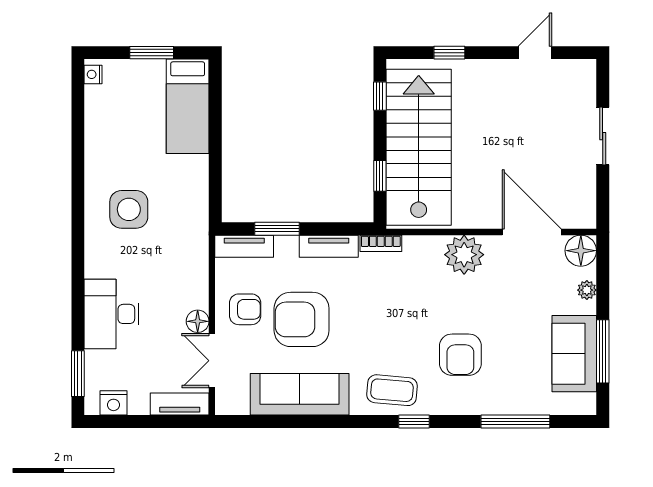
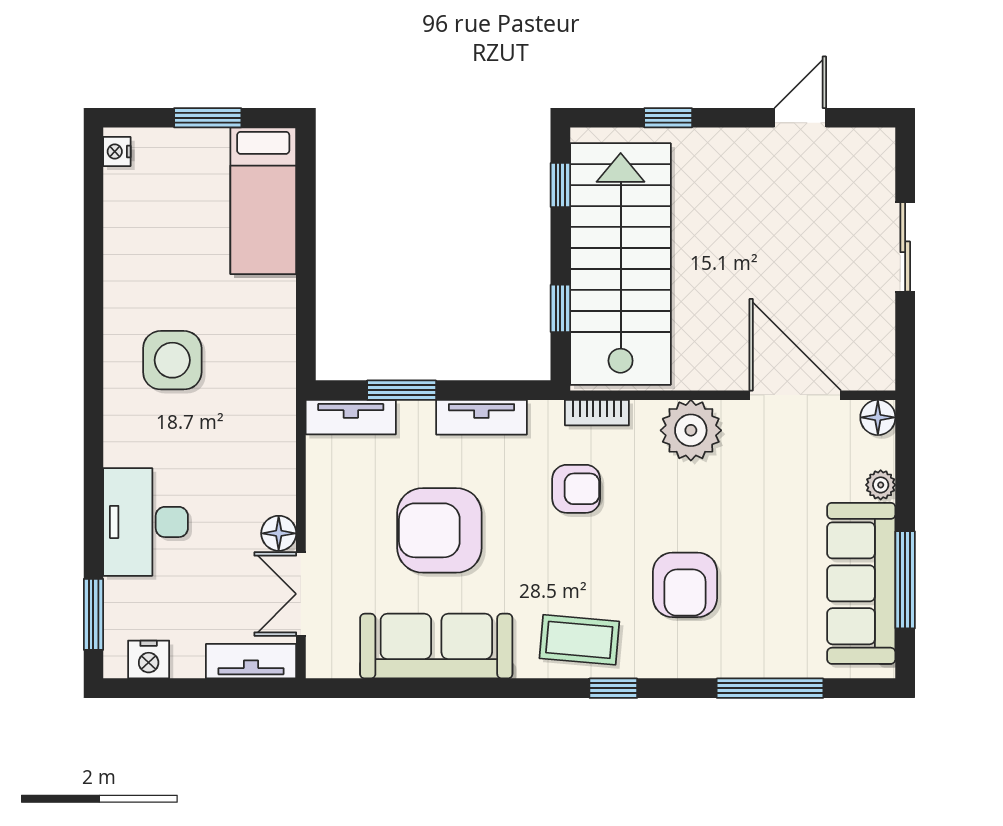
bookcase: (381, 243) -> (597, 413), moved
floor lamp: (581, 251) -> (878, 417), width x0.73, depth x0.73
armchair: (245, 309) -> (576, 489), moved
sofa: (574, 354) -> (861, 583), width x1.36

